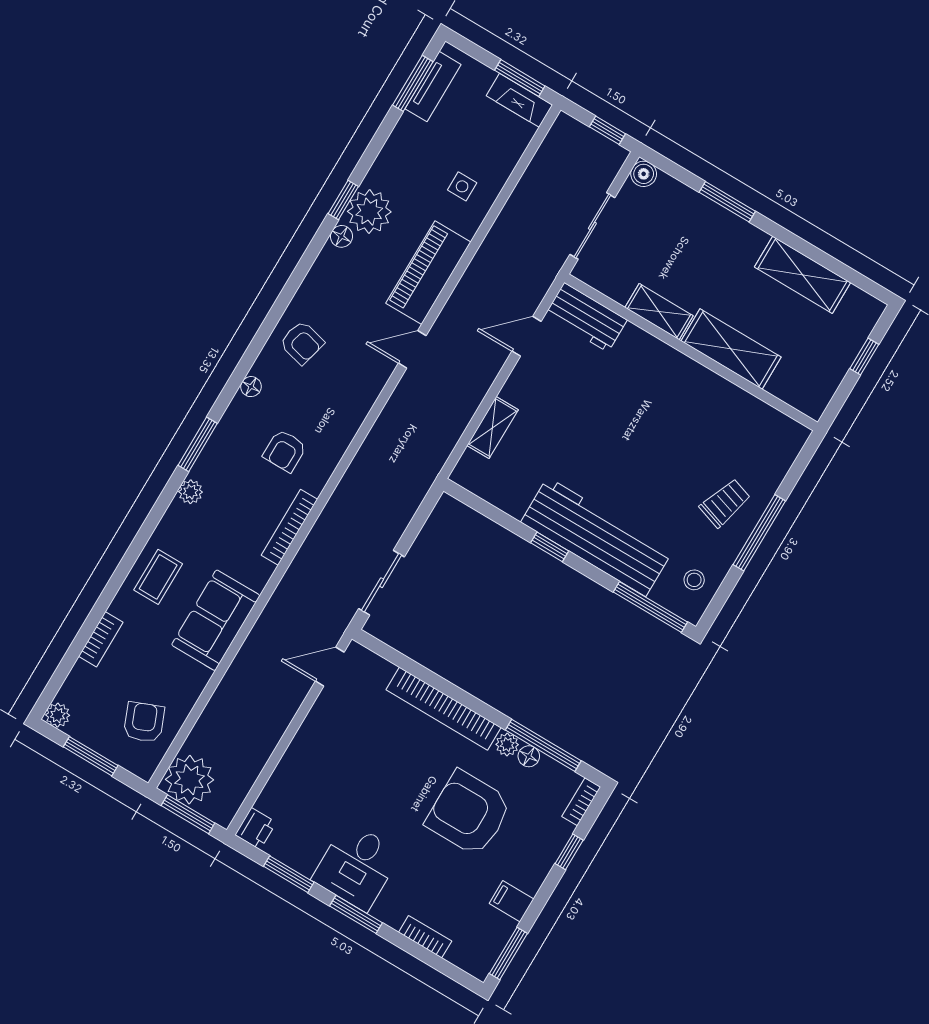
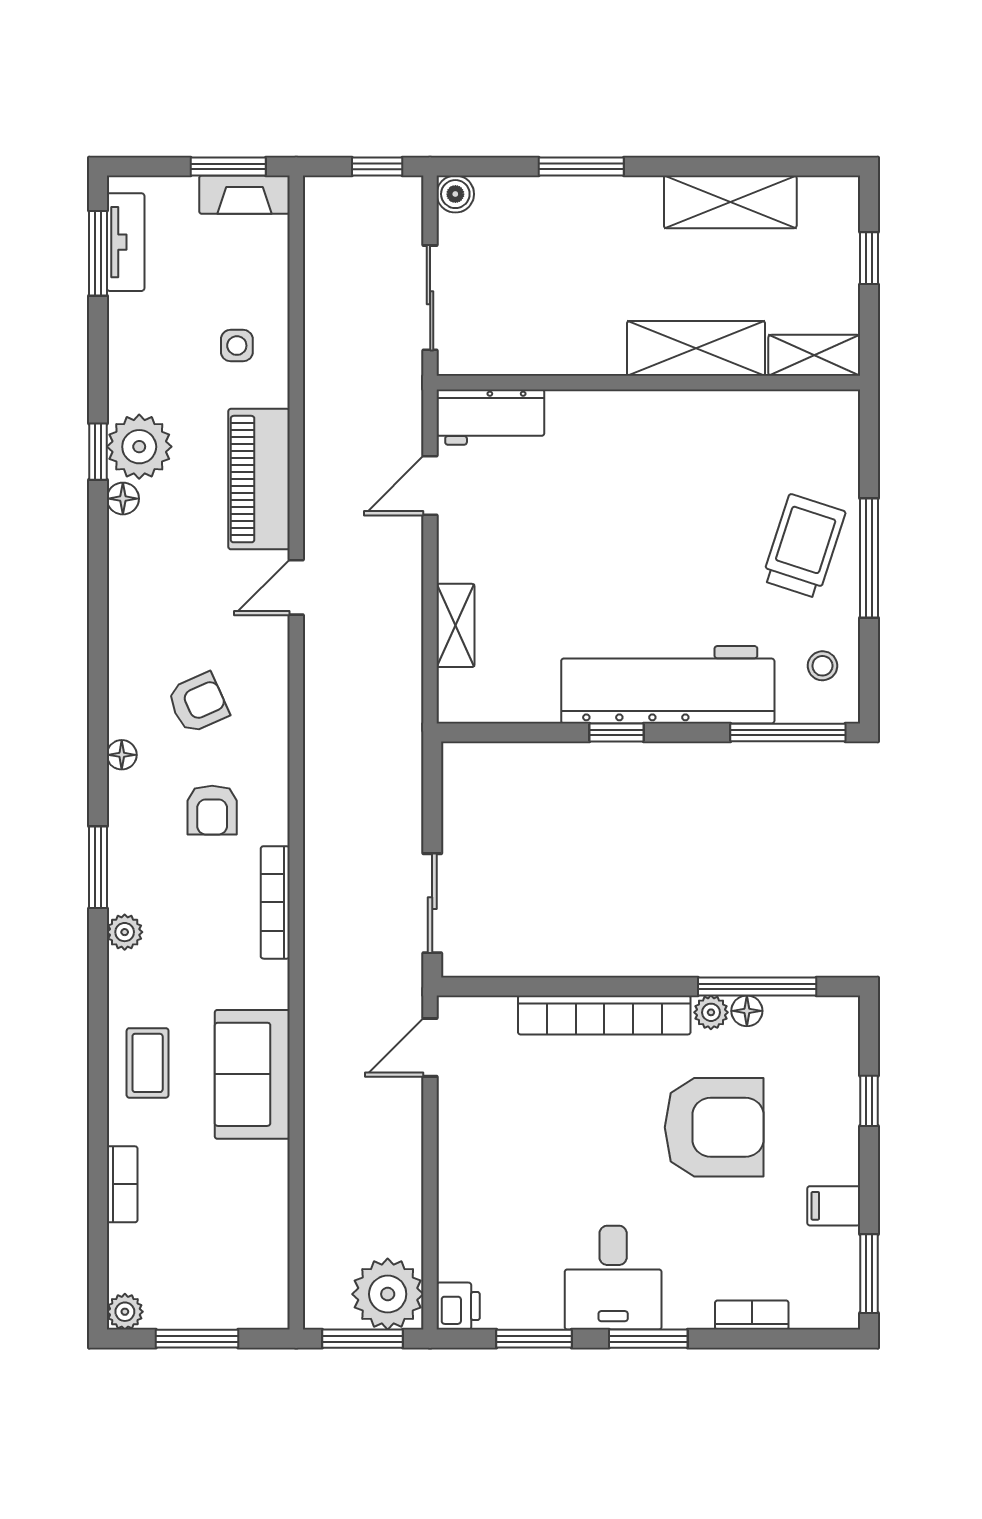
shelving: (659, 312) -> (814, 355), moved
armchair: (302, 343) -> (198, 703), moved, turned -38
trolley: (725, 503) -> (804, 546), width x1.36, depth x1.39
armchair: (144, 722) -> (238, 1256), removed
plant: (190, 780) -> (388, 1294), moved
bookcase: (581, 802) -> (847, 1029), removed
armchair: (469, 813) -> (714, 1127), turned 180

